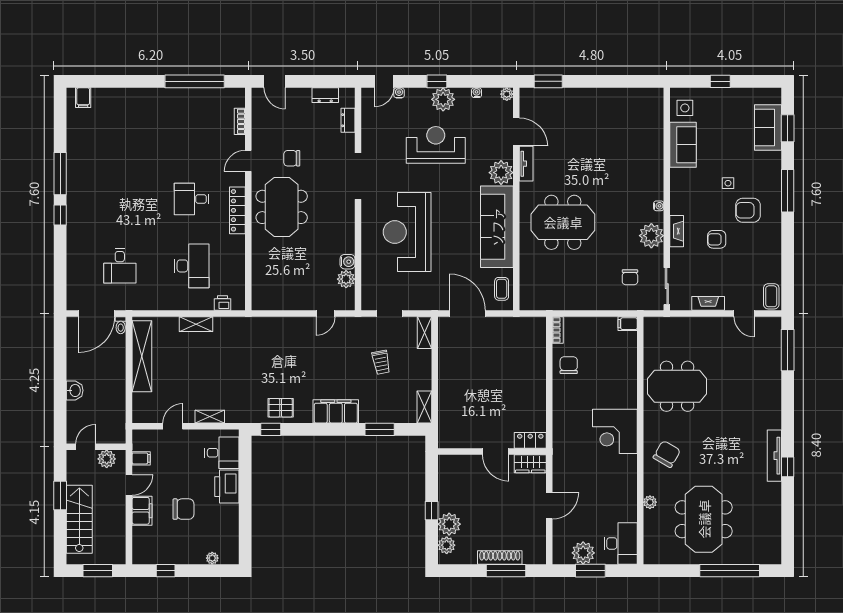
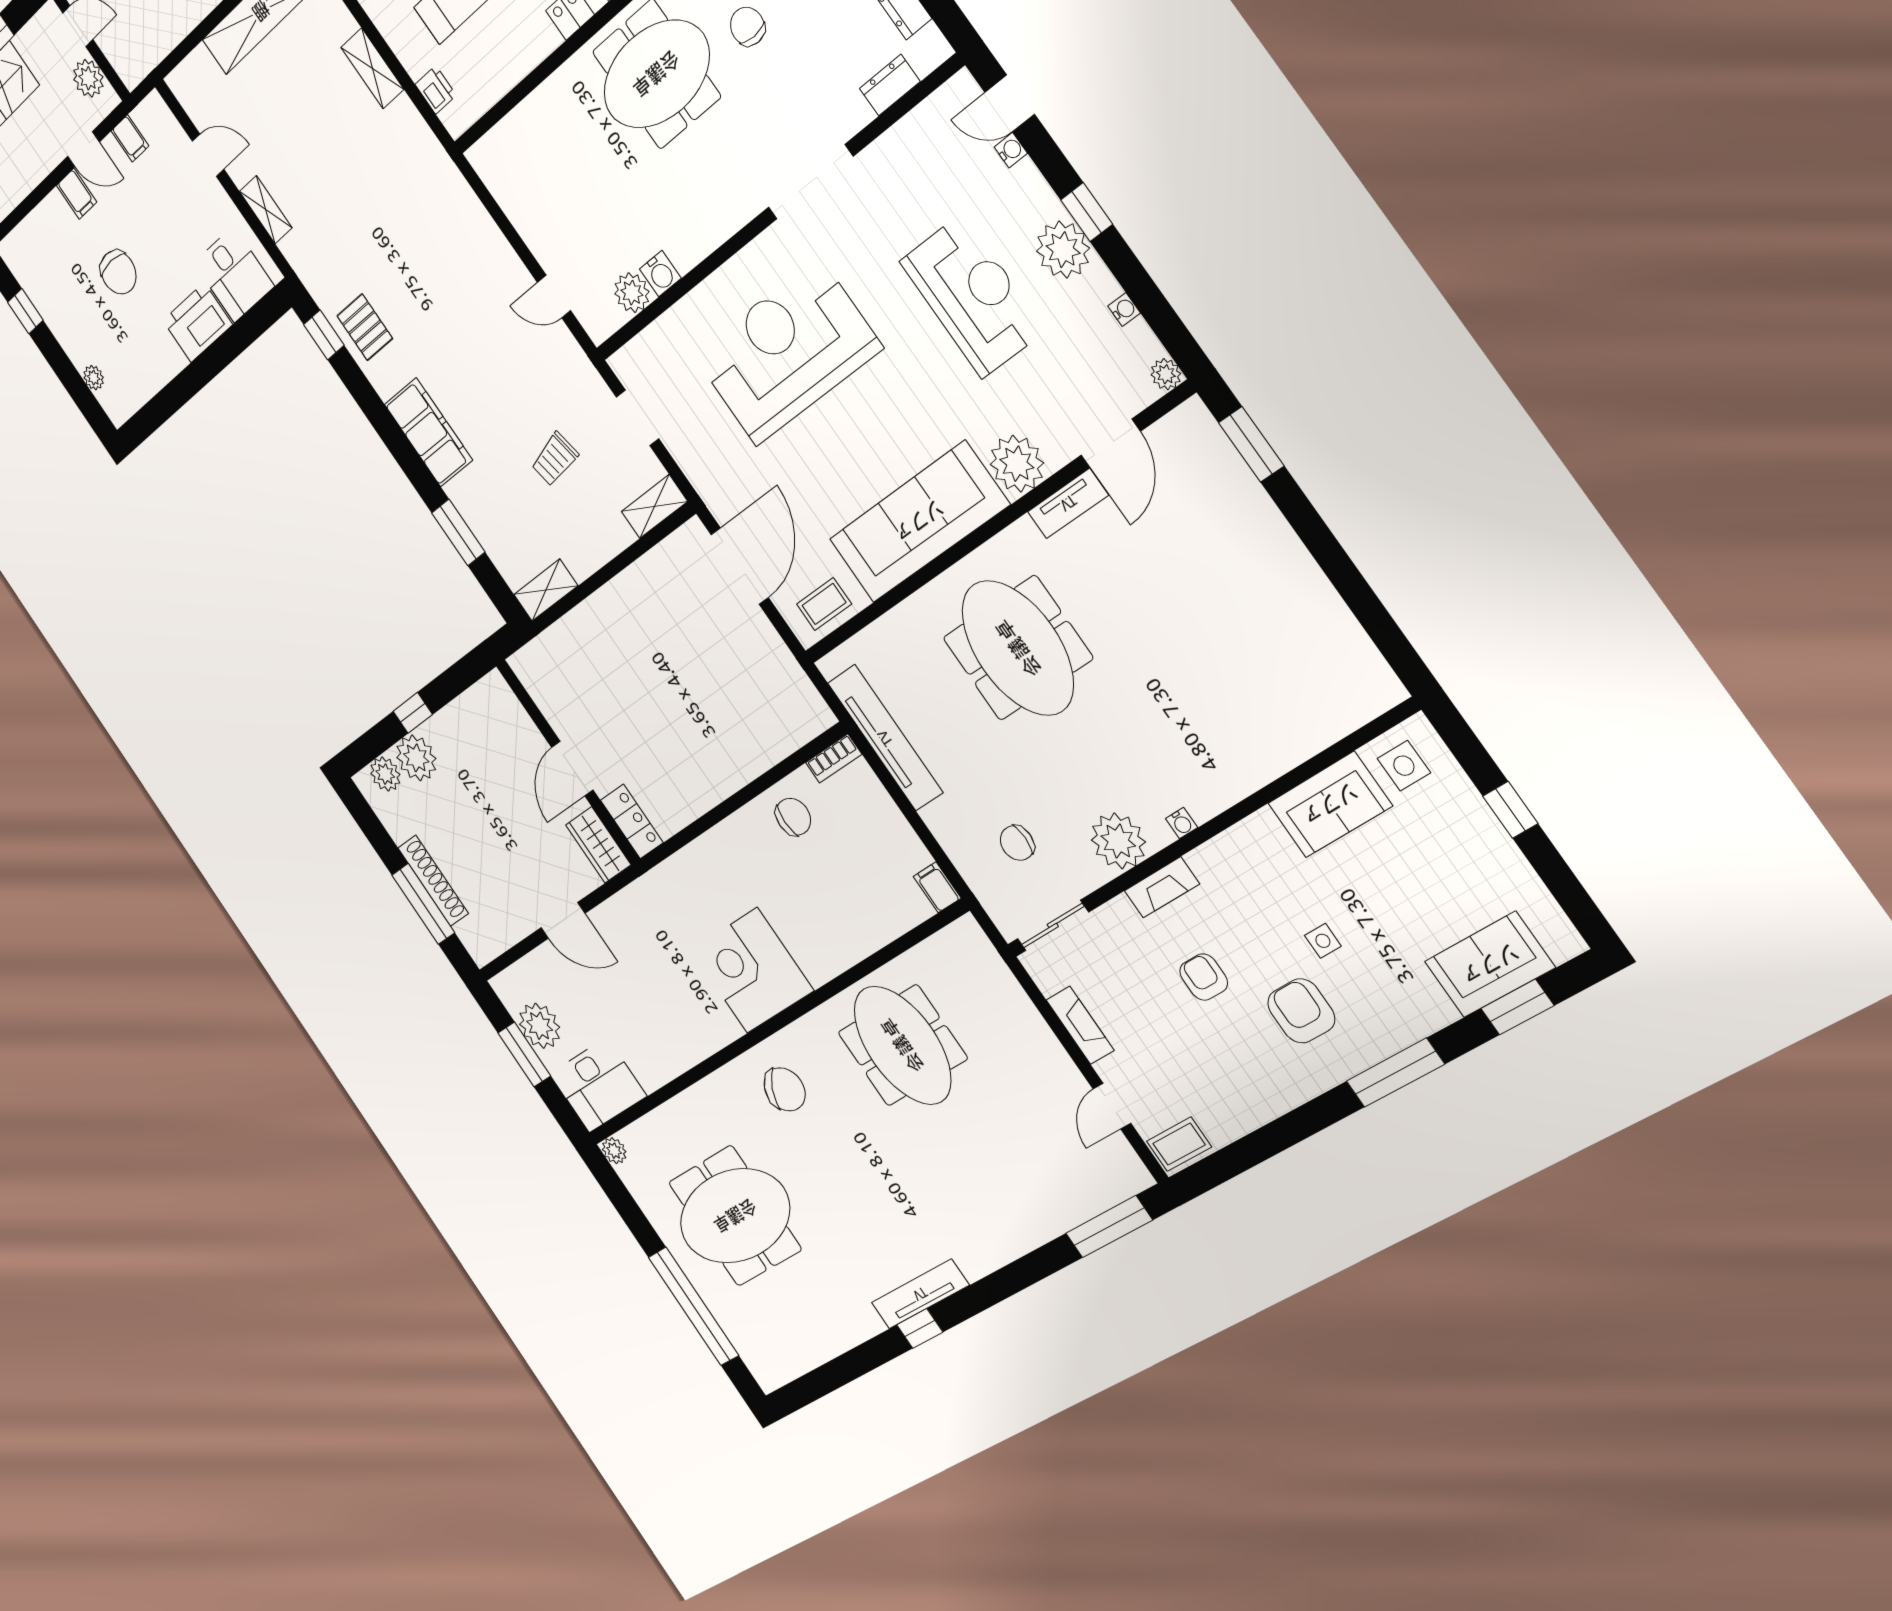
tv unit: (563, 302) -> (885, 738), added
plant: (650, 502) -> (614, 1151), moved
filing cabinet: (142, 511) -> (77, 194), width x0.50

